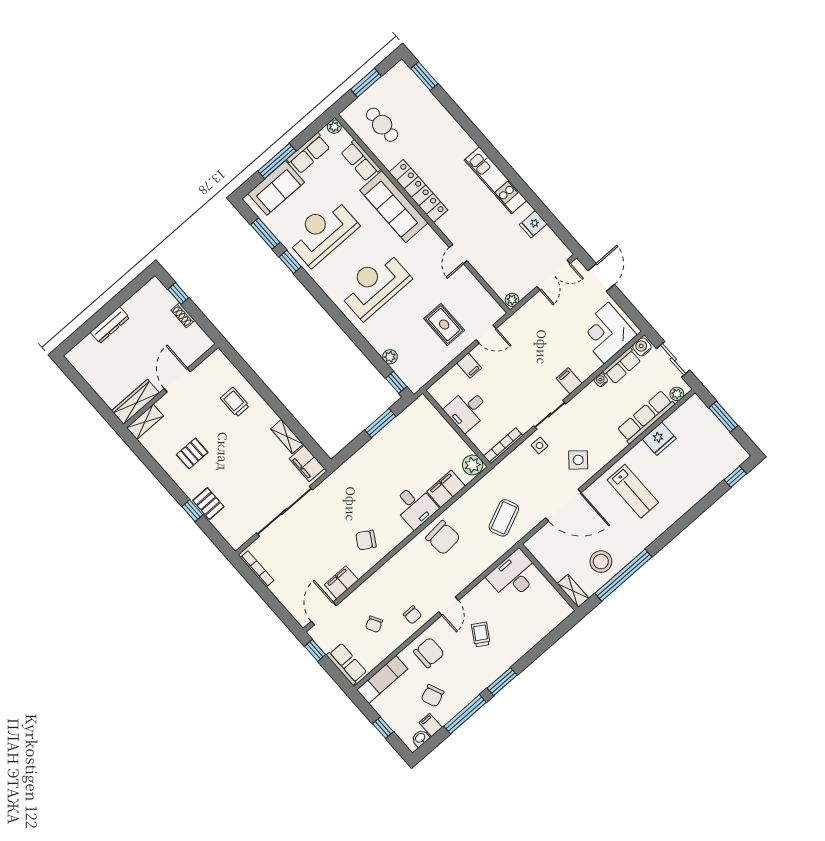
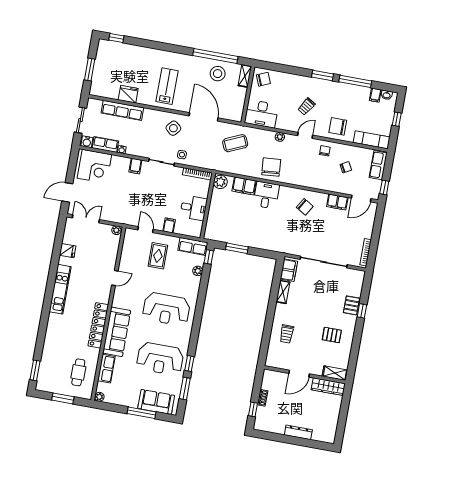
row of seats: (309, 153) -> (193, 246), moved, turned 180
plant: (677, 394) -> (280, 137), moved
chair: (433, 696) -> (263, 79), moved

